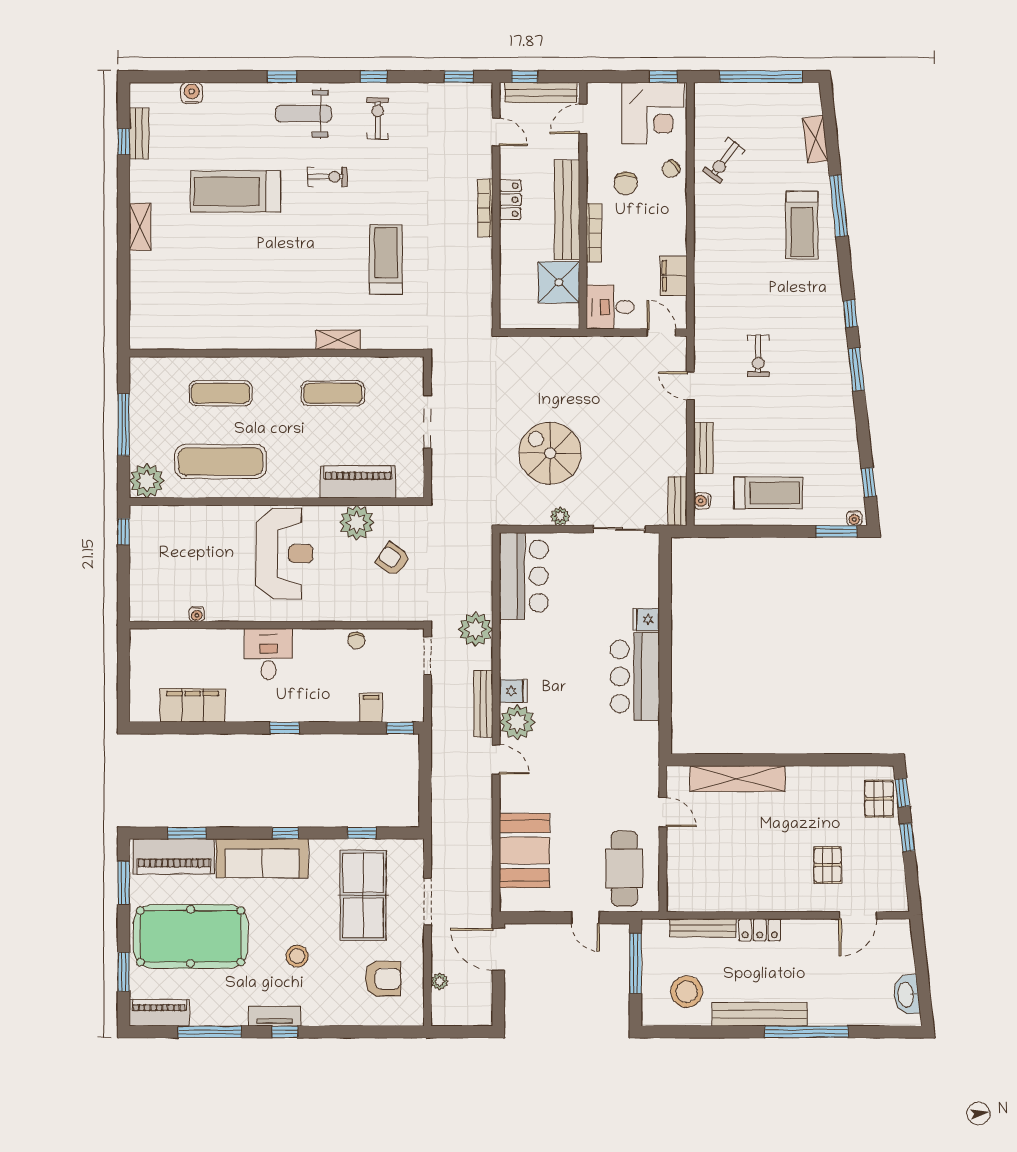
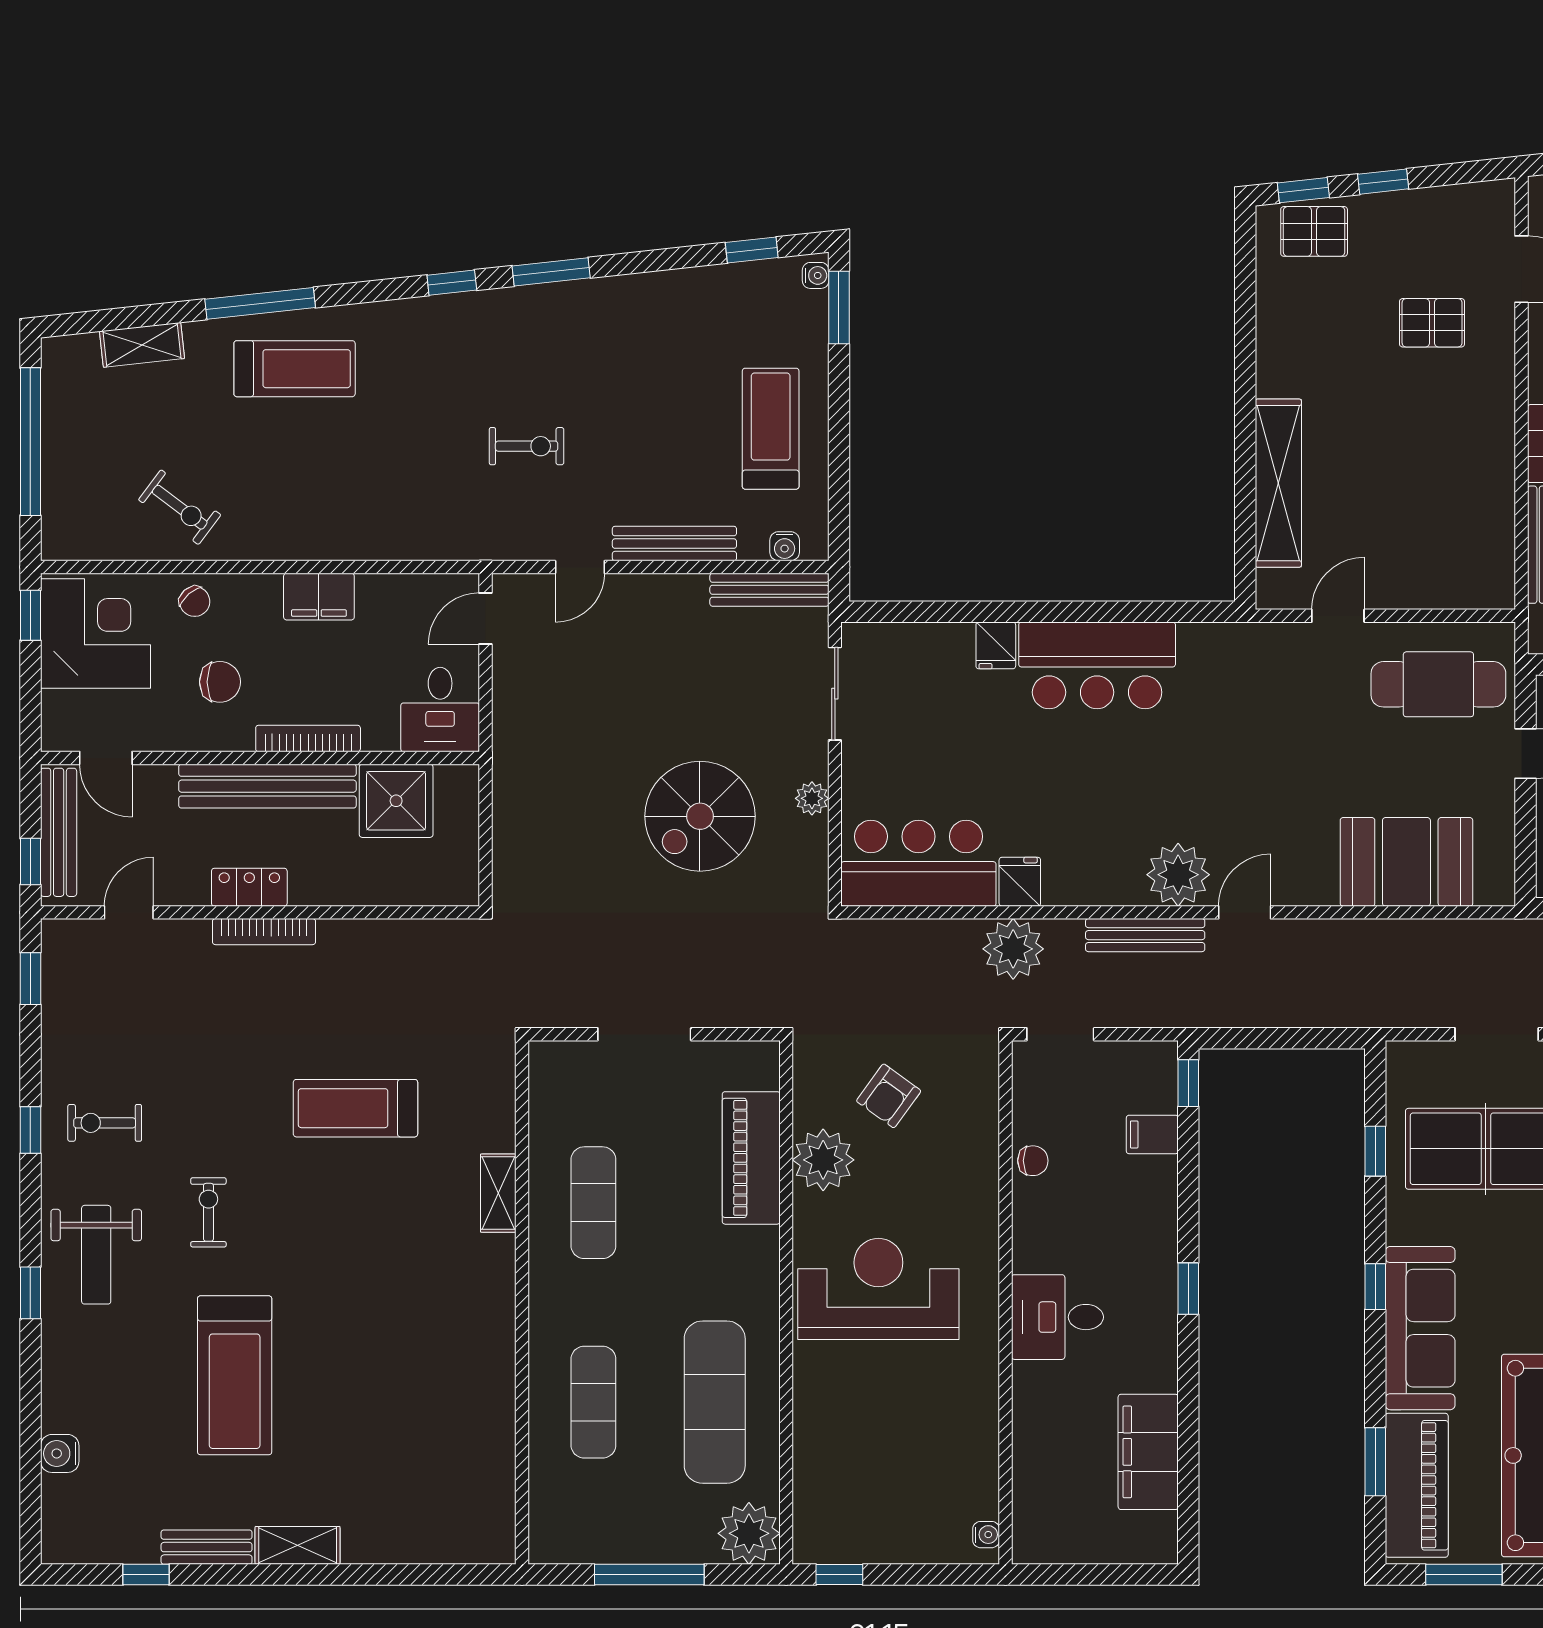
bench: (139, 133) -> (207, 1547), moved
filing cabinet: (674, 276) -> (319, 597), moved
bench: (703, 448) -> (674, 544), width x1.36
bench: (678, 501) -> (769, 590), width x1.36
water cooler: (197, 614) -> (986, 1535), moved
fridge: (513, 691) -> (1020, 882), moved

